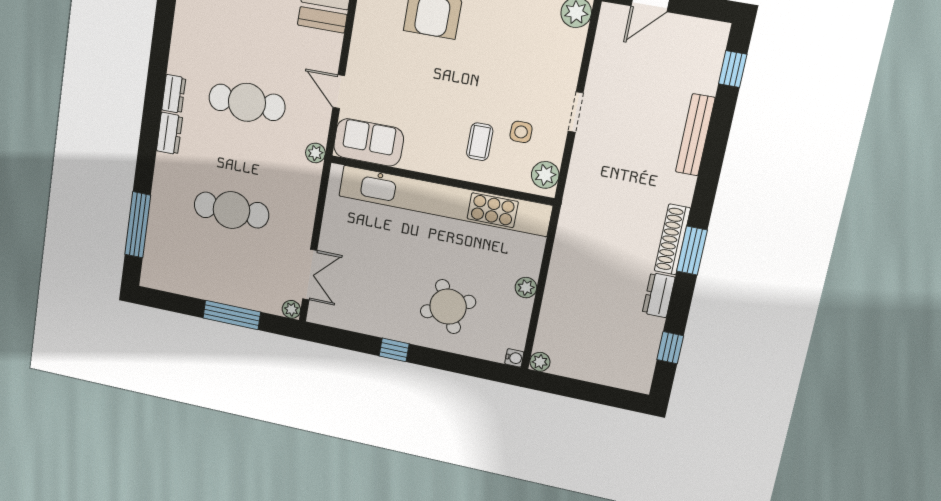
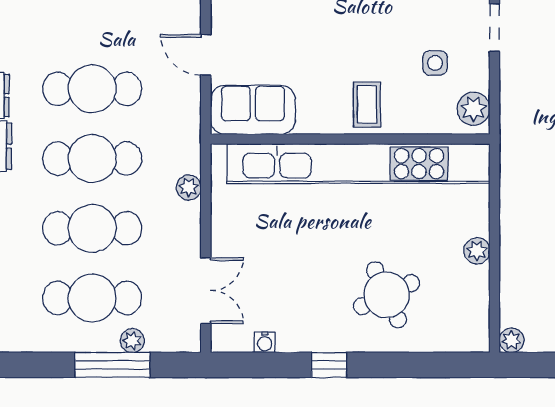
coffee table: (480, 142) -> (367, 104), moved
plant: (315, 153) -> (189, 187), moved
cafe table: (239, 157) -> (92, 159), added
cafe table: (224, 262) -> (92, 298), added
plant: (291, 309) -> (132, 341), moved
water cooler: (514, 358) -> (265, 342), moved, turned 90

